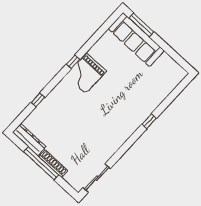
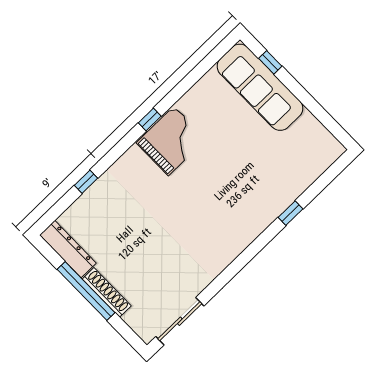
window: (141, 25) -> (270, 62), width x0.46
grand piano: (86, 74) -> (171, 141), turned 180
window: (149, 121) -> (291, 213), moved

